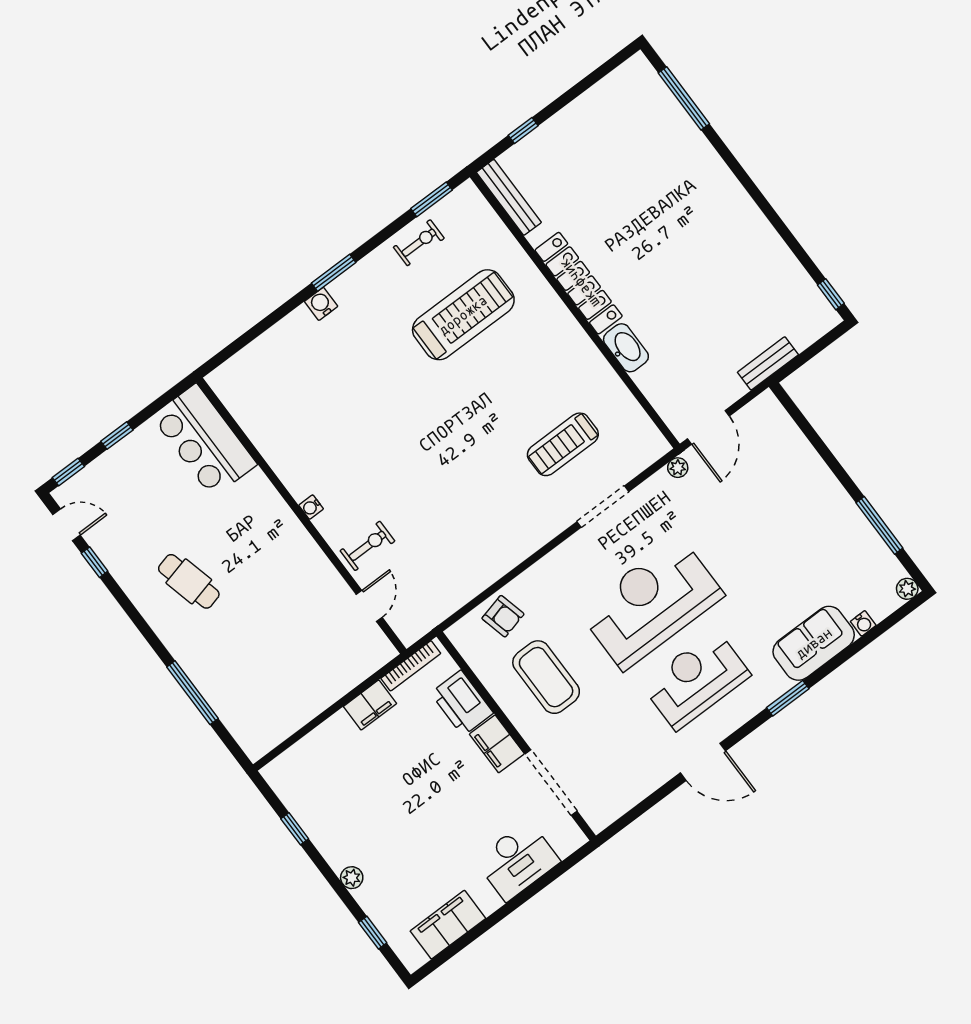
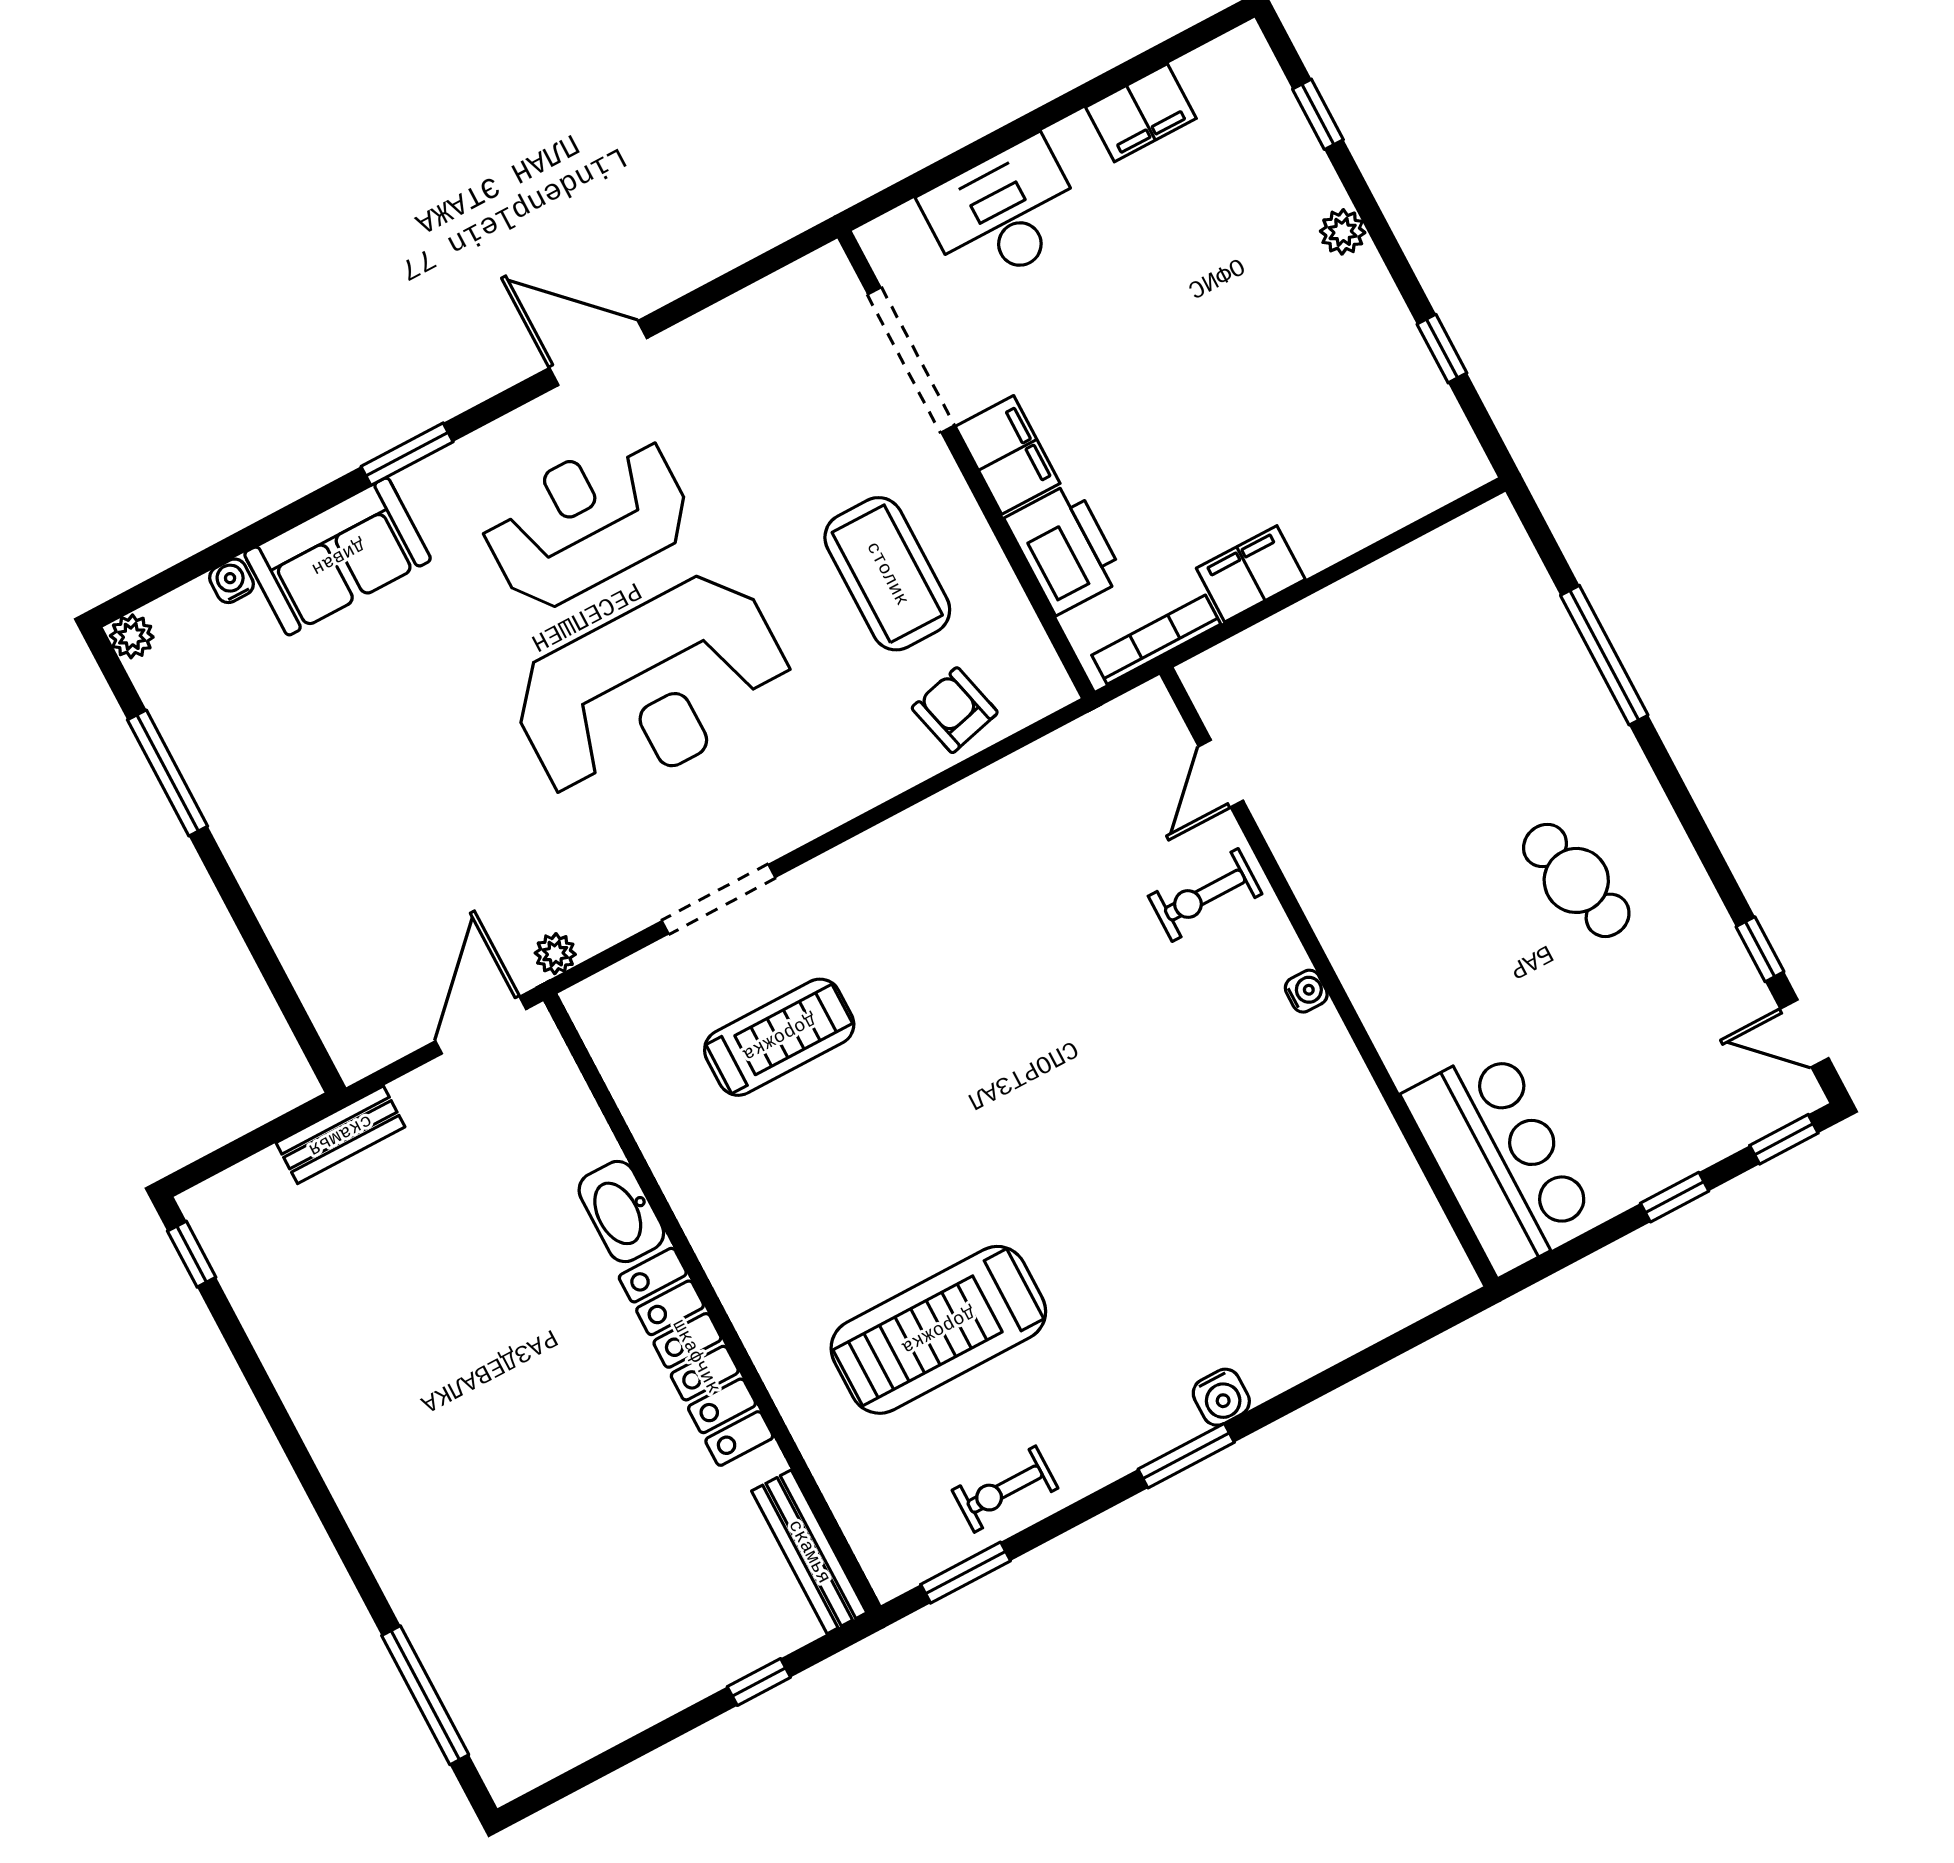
reception desk: (696, 680) -> (586, 521), turned 180
filing cabinet: (448, 925) -> (1141, 113), width x0.67, depth x0.86

